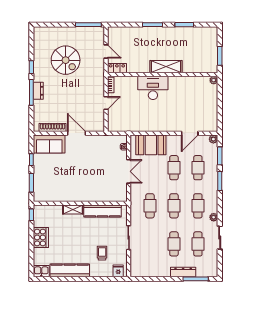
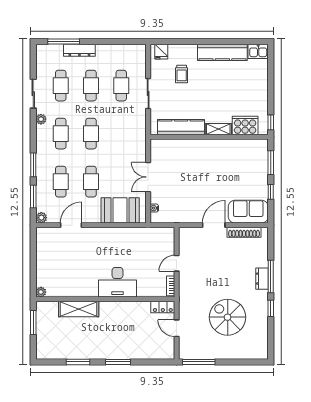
shelving: (166, 67) -> (79, 309), moved
door: (76, 133) -> (214, 225), swing flipped
cafe table: (150, 206) -> (121, 86), moved
cooker: (41, 237) -> (245, 125), moved, turned 90

